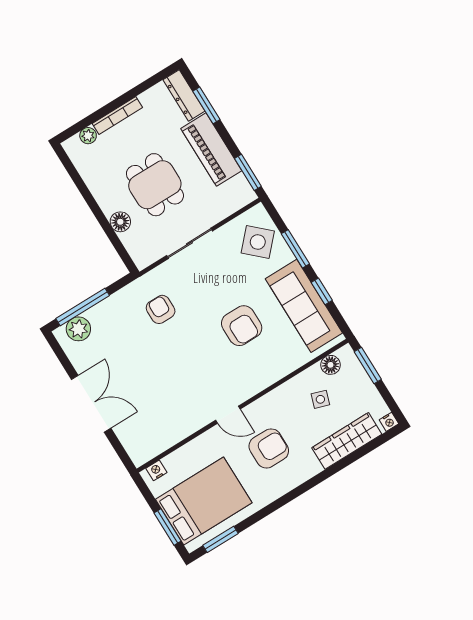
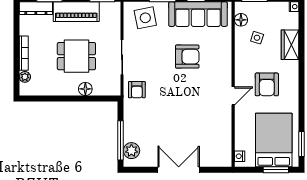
side table: (258, 242) -> (145, 18), turned 36
armchair: (161, 309) -> (137, 90), moved, turned -90
wardrobe: (347, 441) -> (290, 45), width x0.67
armchair: (269, 448) -> (267, 84), turned 180

